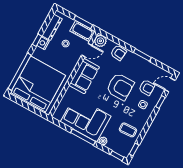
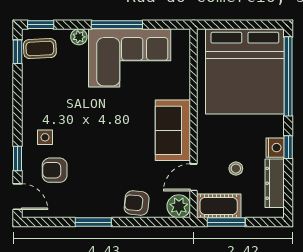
door: (170, 85) -> (17, 197), hinge flipped
armchair: (120, 87) -> (101, 146), removed
coffee table: (128, 130) -> (40, 49), moved

